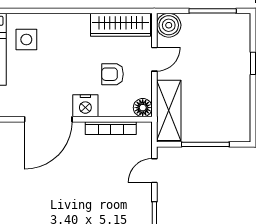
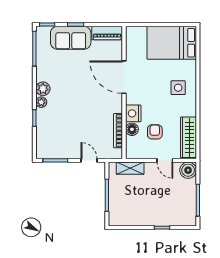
side table: (26, 39) -> (178, 88), moved
floor lamp: (143, 108) -> (132, 129), moved
shelving: (169, 110) -> (130, 168), width x0.67, depth x0.75
door: (48, 119) -> (124, 77), moved

